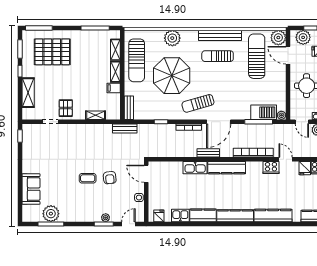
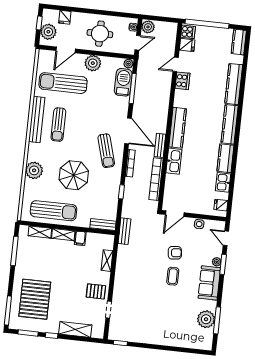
plant: (278, 38) -> (93, 63), moved
parasol: (172, 76) -> (74, 175), width x0.73, depth x0.73
bookcase: (253, 153) -> (156, 179), moved
sofa: (31, 189) -> (209, 283), moved, turned -90

